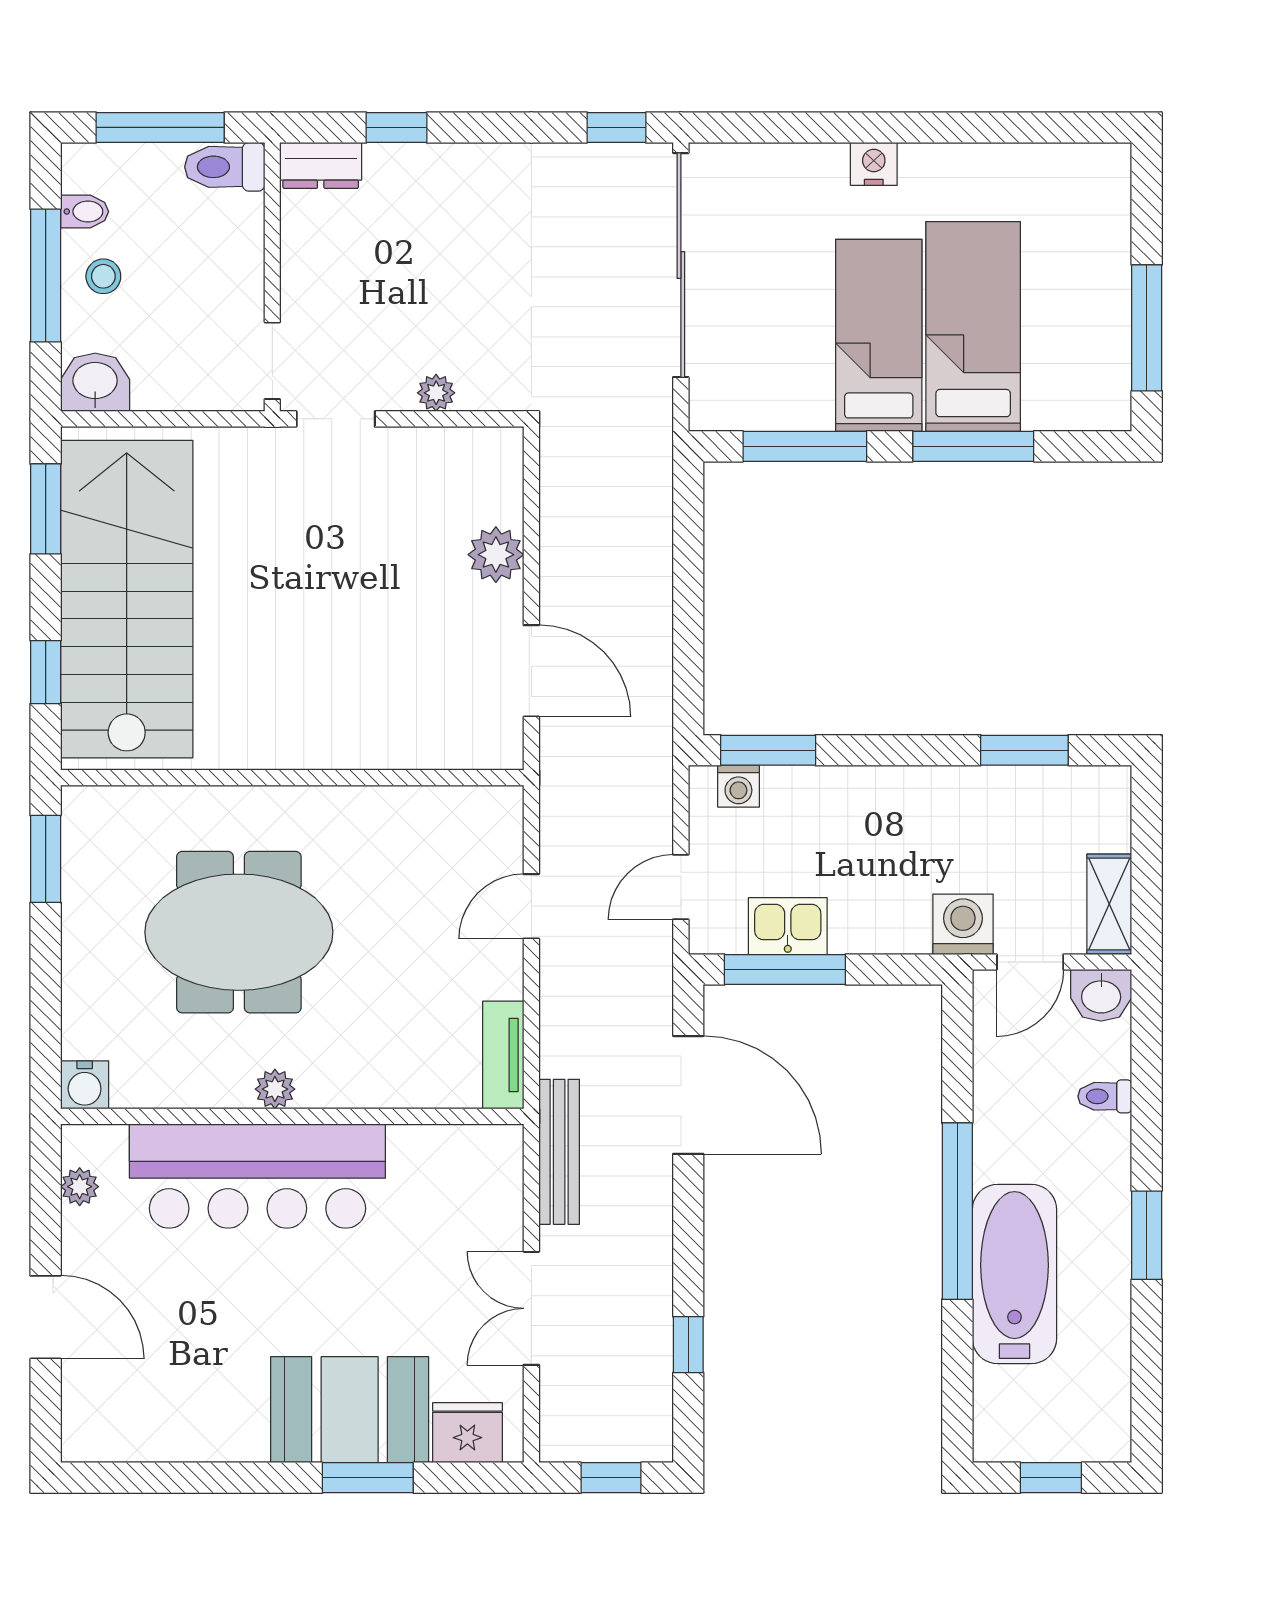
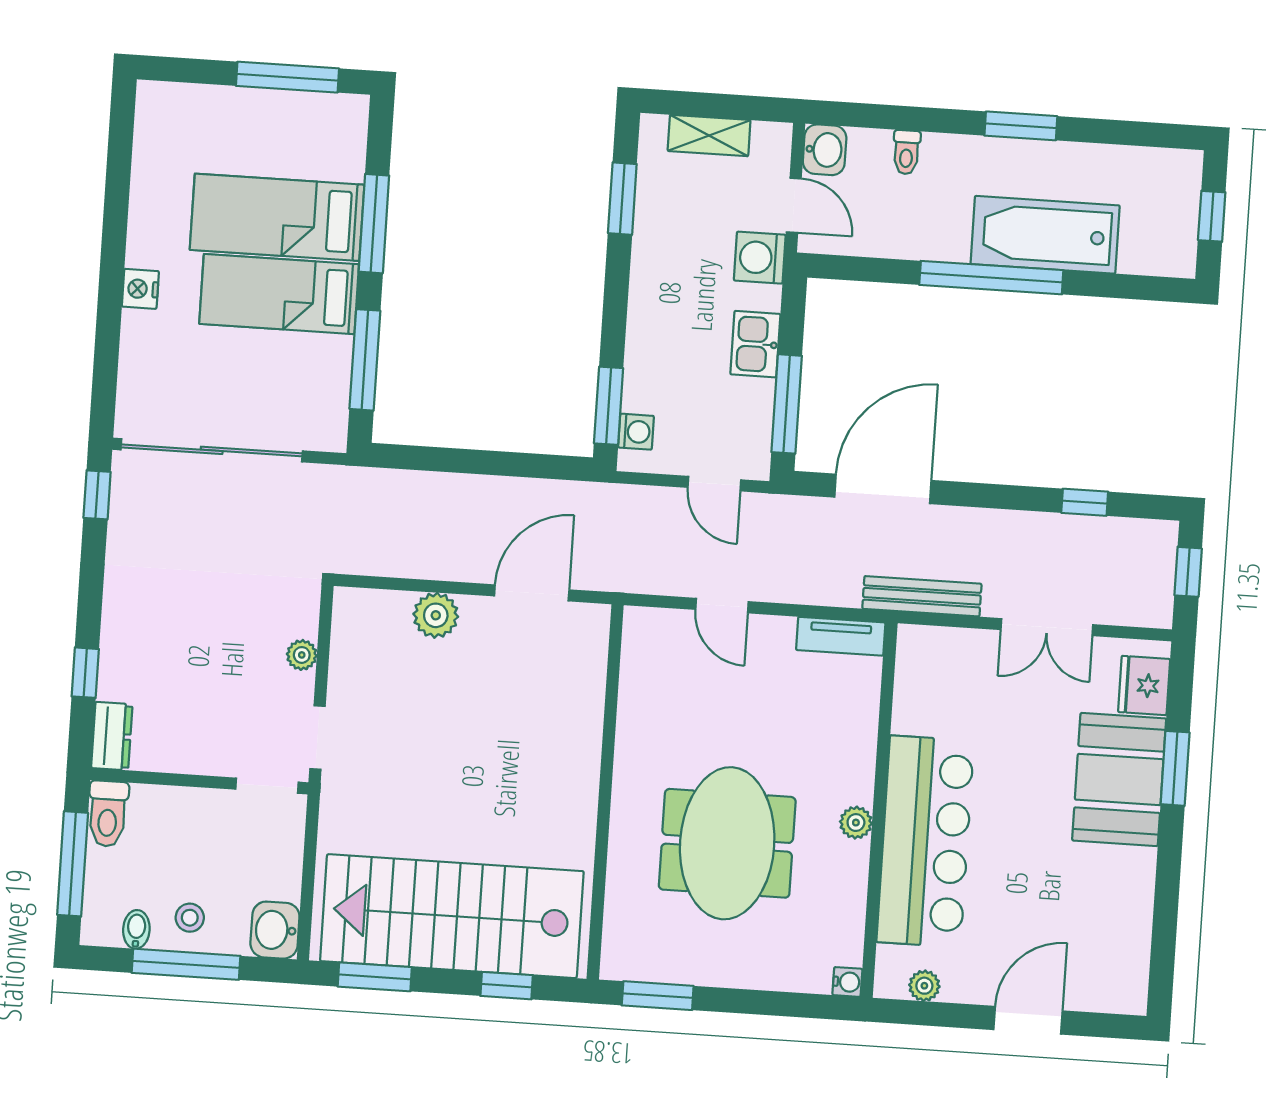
shelving: (1109, 904) -> (709, 135), moved
kitchen sink: (788, 926) -> (755, 344), moved
water cooler: (85, 1085) -> (847, 982), width x0.72, depth x0.72

